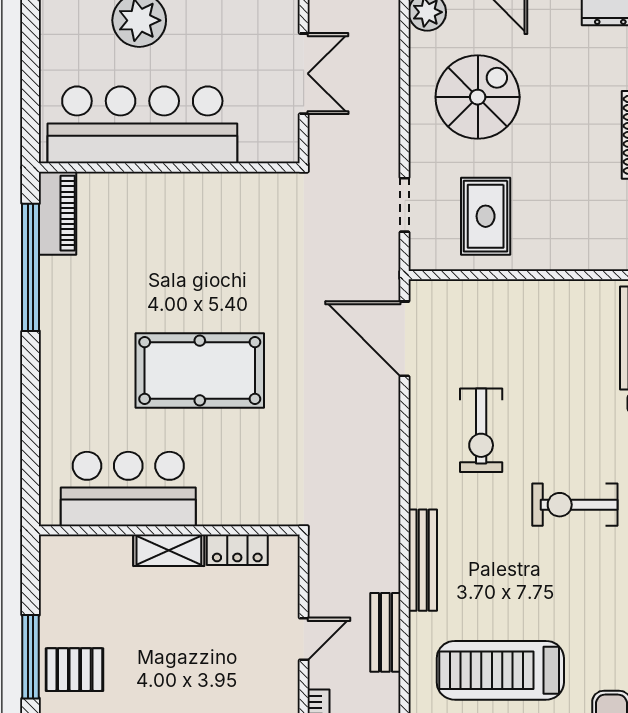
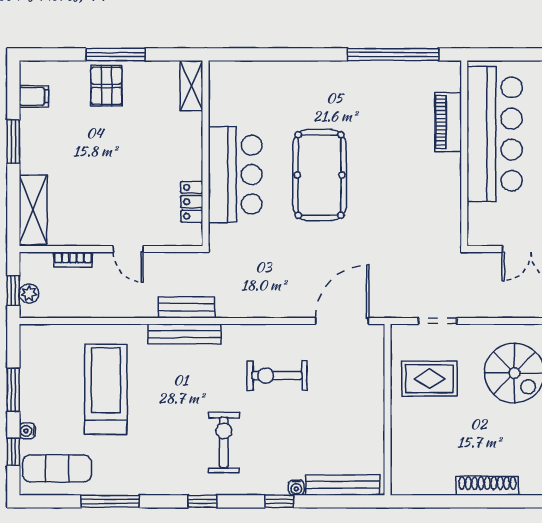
piano: (58, 213) -> (448, 122), moved, turned 90
bar counter: (128, 489) -> (235, 175), moved
shelving: (169, 550) -> (191, 86), moved
bench: (385, 632) -> (187, 307), moved

